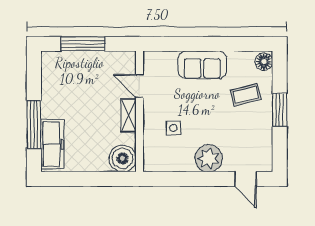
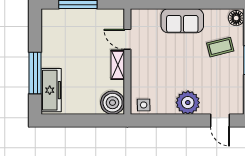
side table: (173, 128) -> (144, 105), moved

